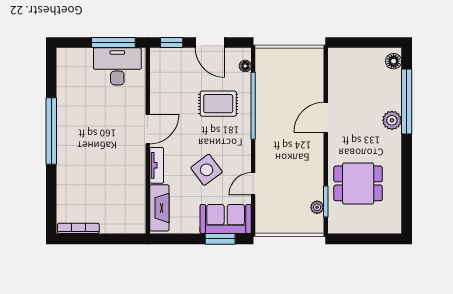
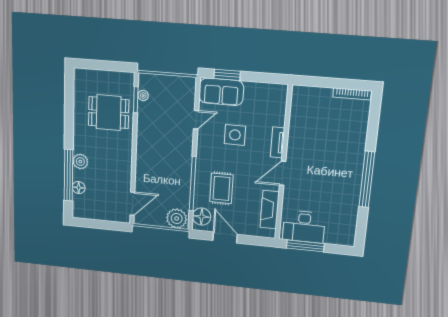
window: (172, 42) -> (257, 241), removed
plant: (270, 60) -> (177, 219), added
floor lamp: (394, 61) -> (79, 188), moved
floor lamp: (245, 66) -> (202, 217), width x1.89, depth x1.89
rug: (218, 104) -> (221, 188), turned 90
door: (326, 117) -> (132, 204), moved
side table: (207, 170) -> (235, 135), turned 37
fireplace: (159, 208) -> (270, 210), moved

